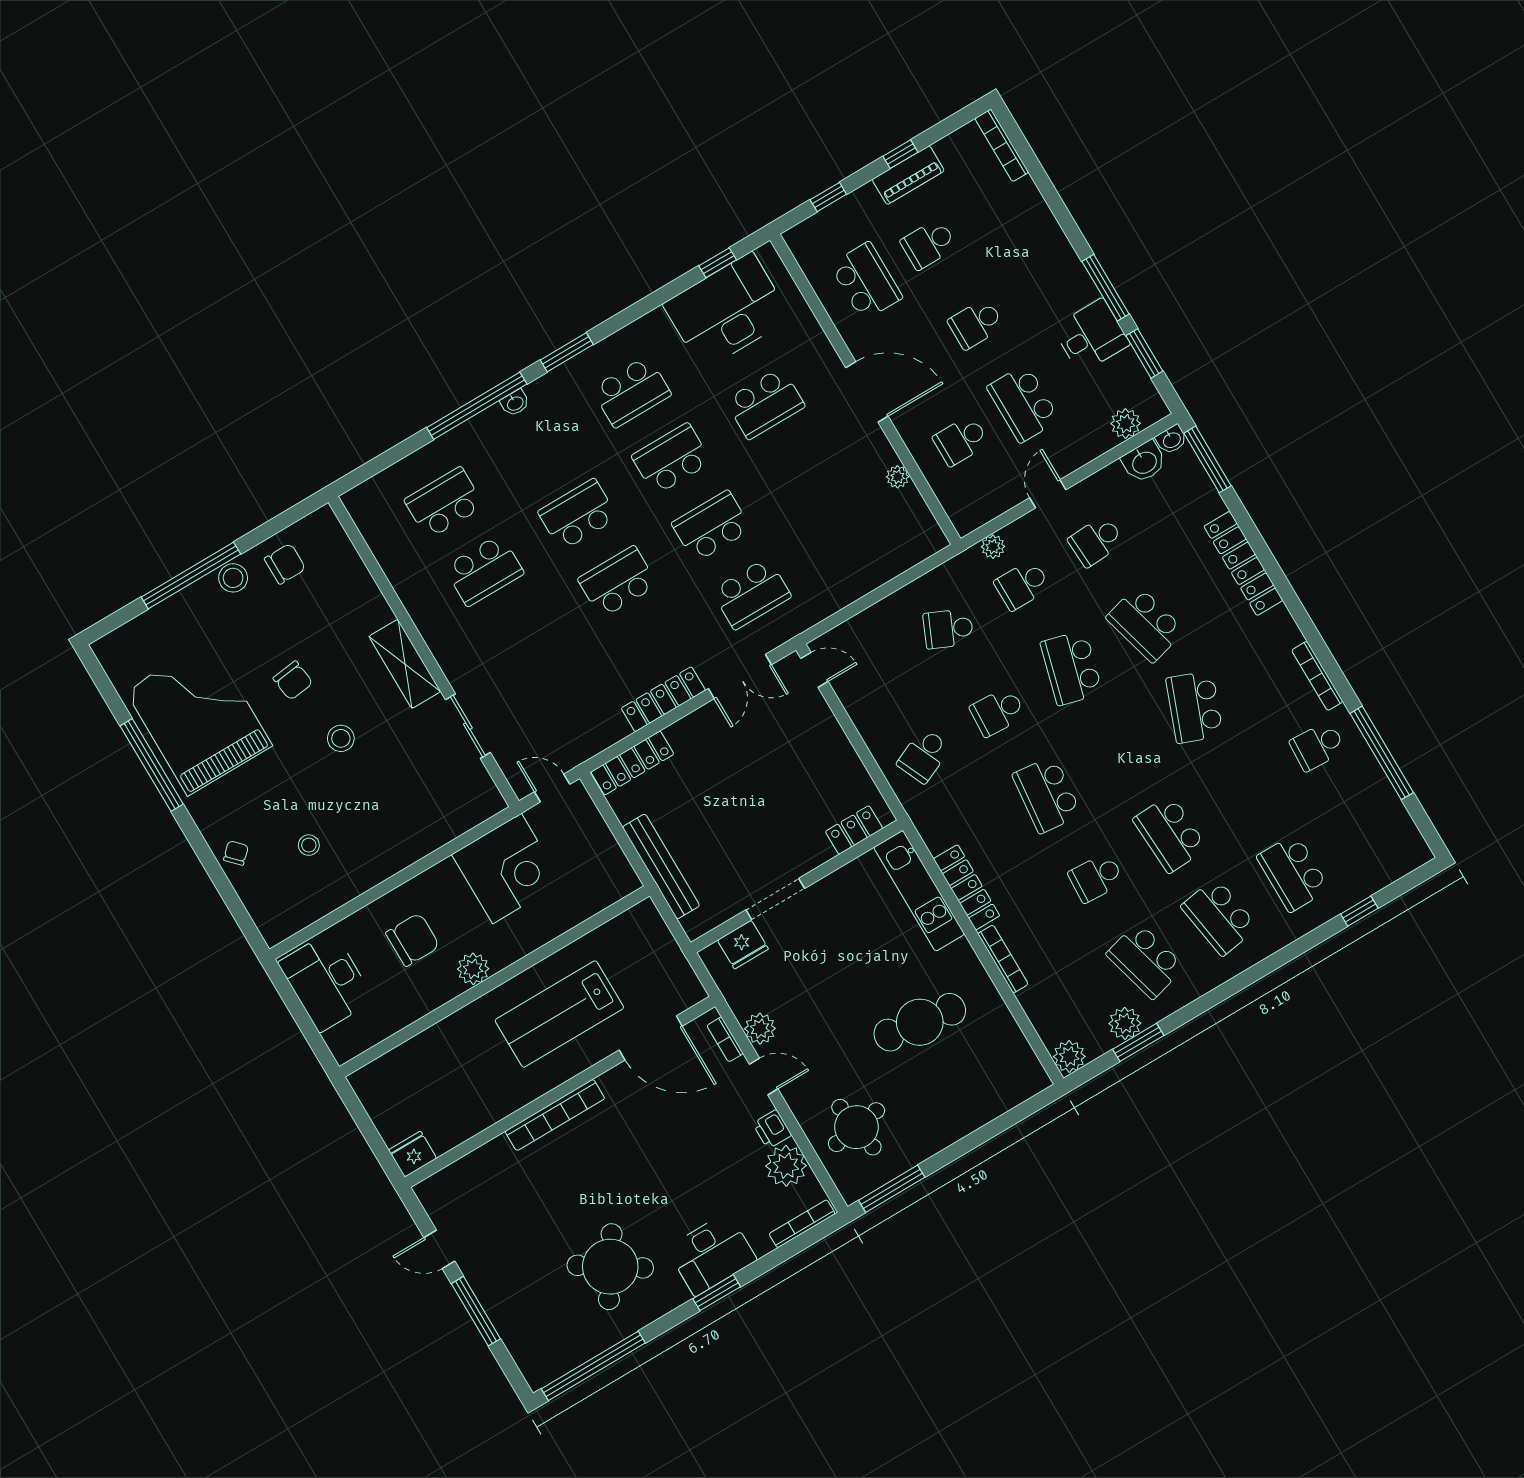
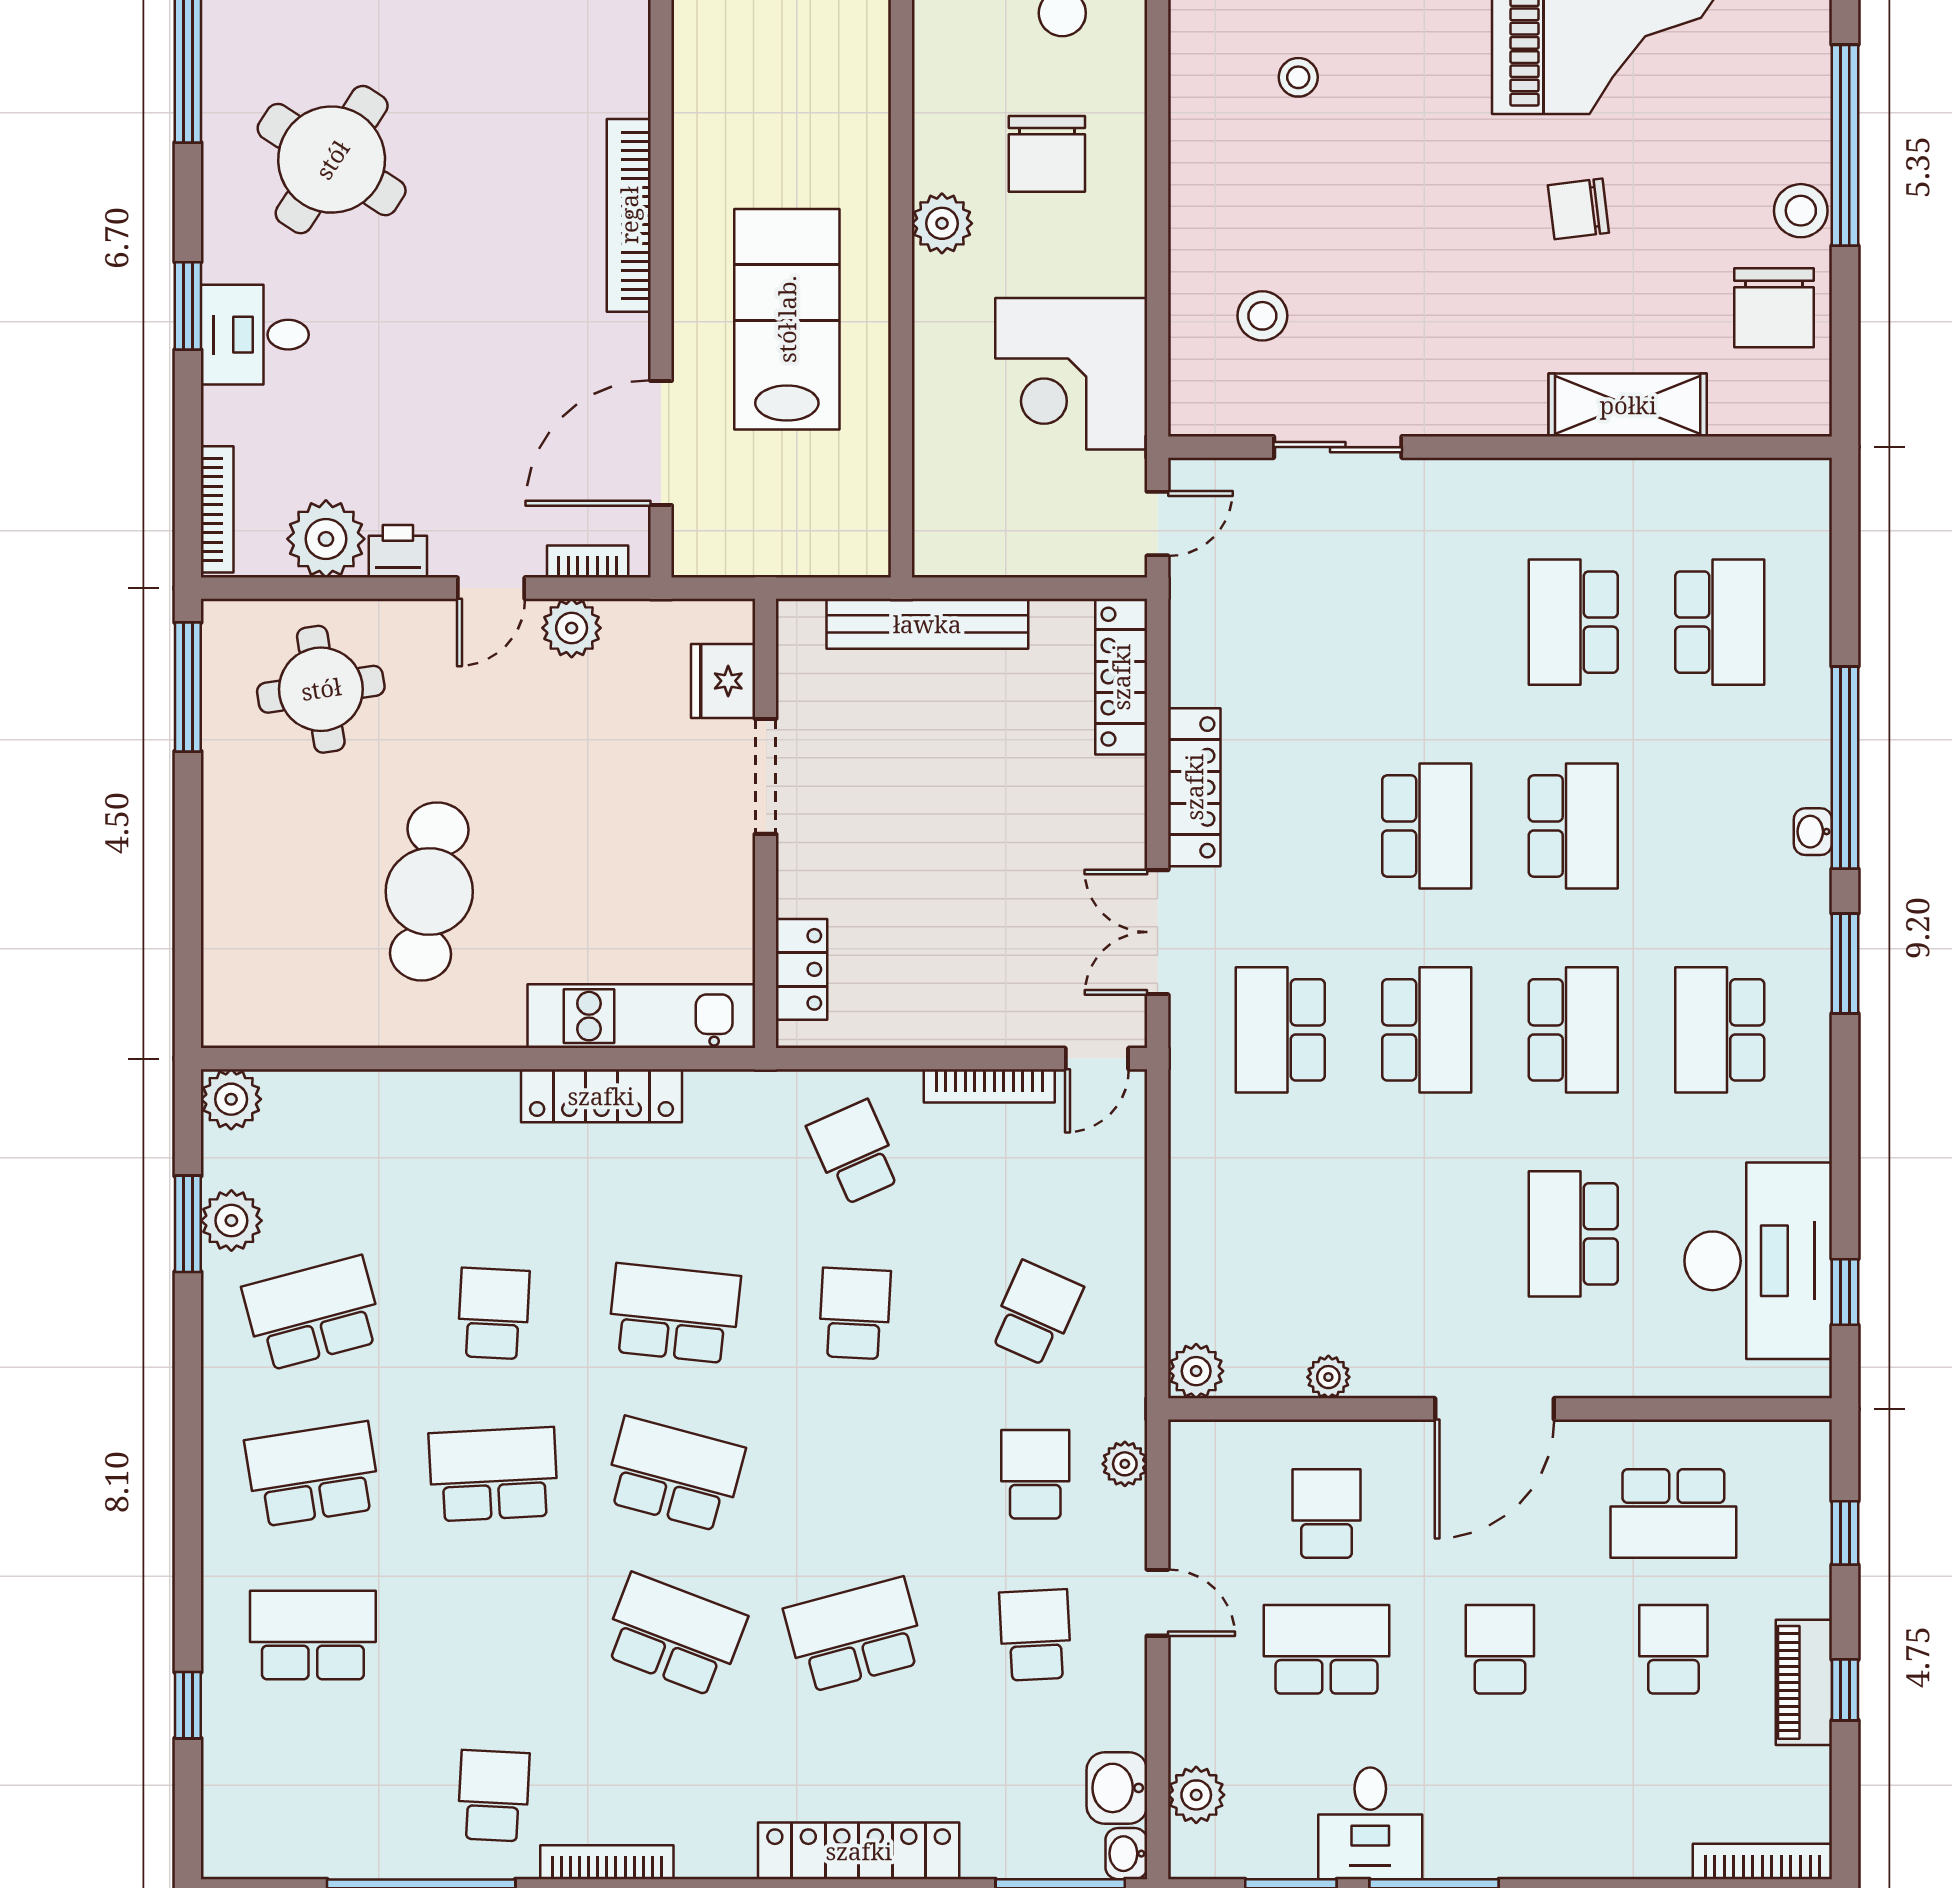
plant: (931, 539) -> (1196, 1371), added
chair: (285, 564) -> (1774, 308), width x1.37, depth x1.37
shelving: (405, 664) -> (1628, 405), moved
school desk: (1071, 668) -> (674, 1474), moved
stool: (341, 738) -> (1262, 316), moved
bookcase: (1003, 959) -> (989, 1086), moved
desk: (712, 1254) -> (255, 335), width x0.73

